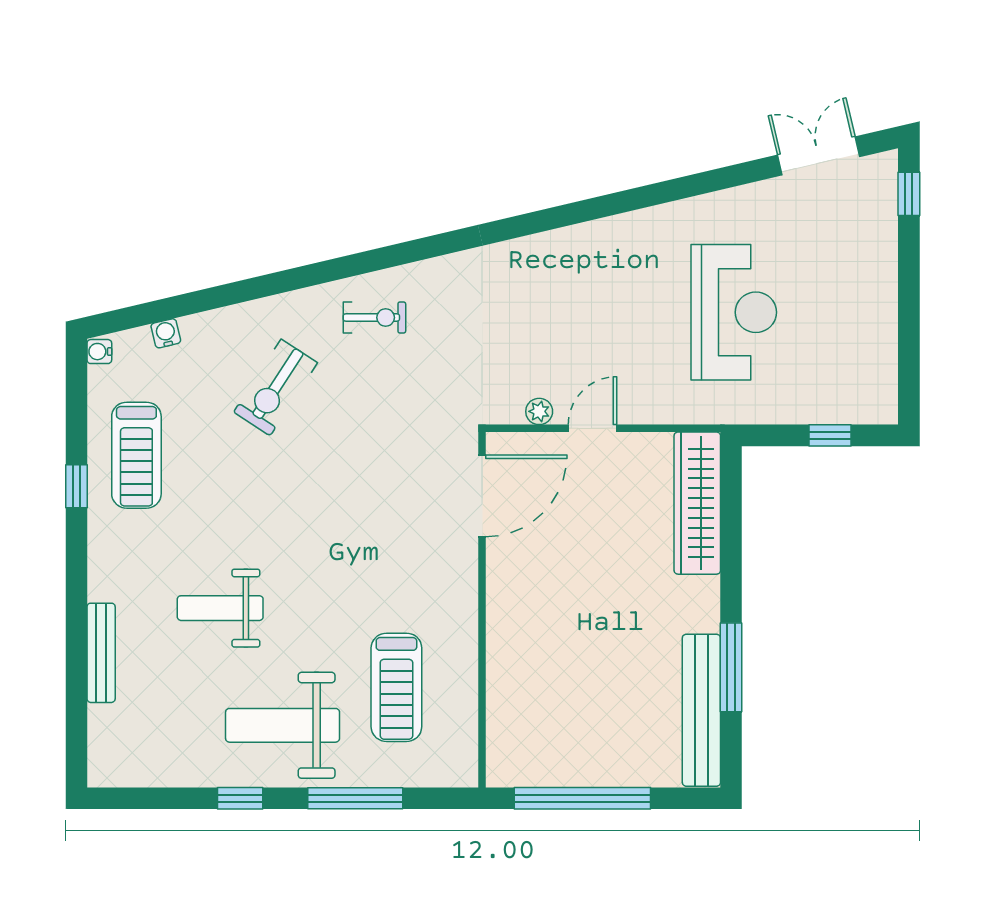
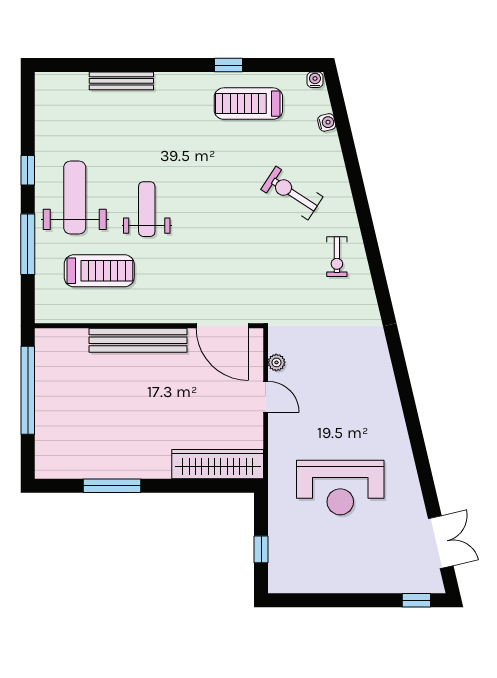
weight bench: (220, 608) -> (147, 209), moved
treadmill: (396, 687) -> (99, 271), turned 180
bench: (701, 710) -> (138, 340), moved

